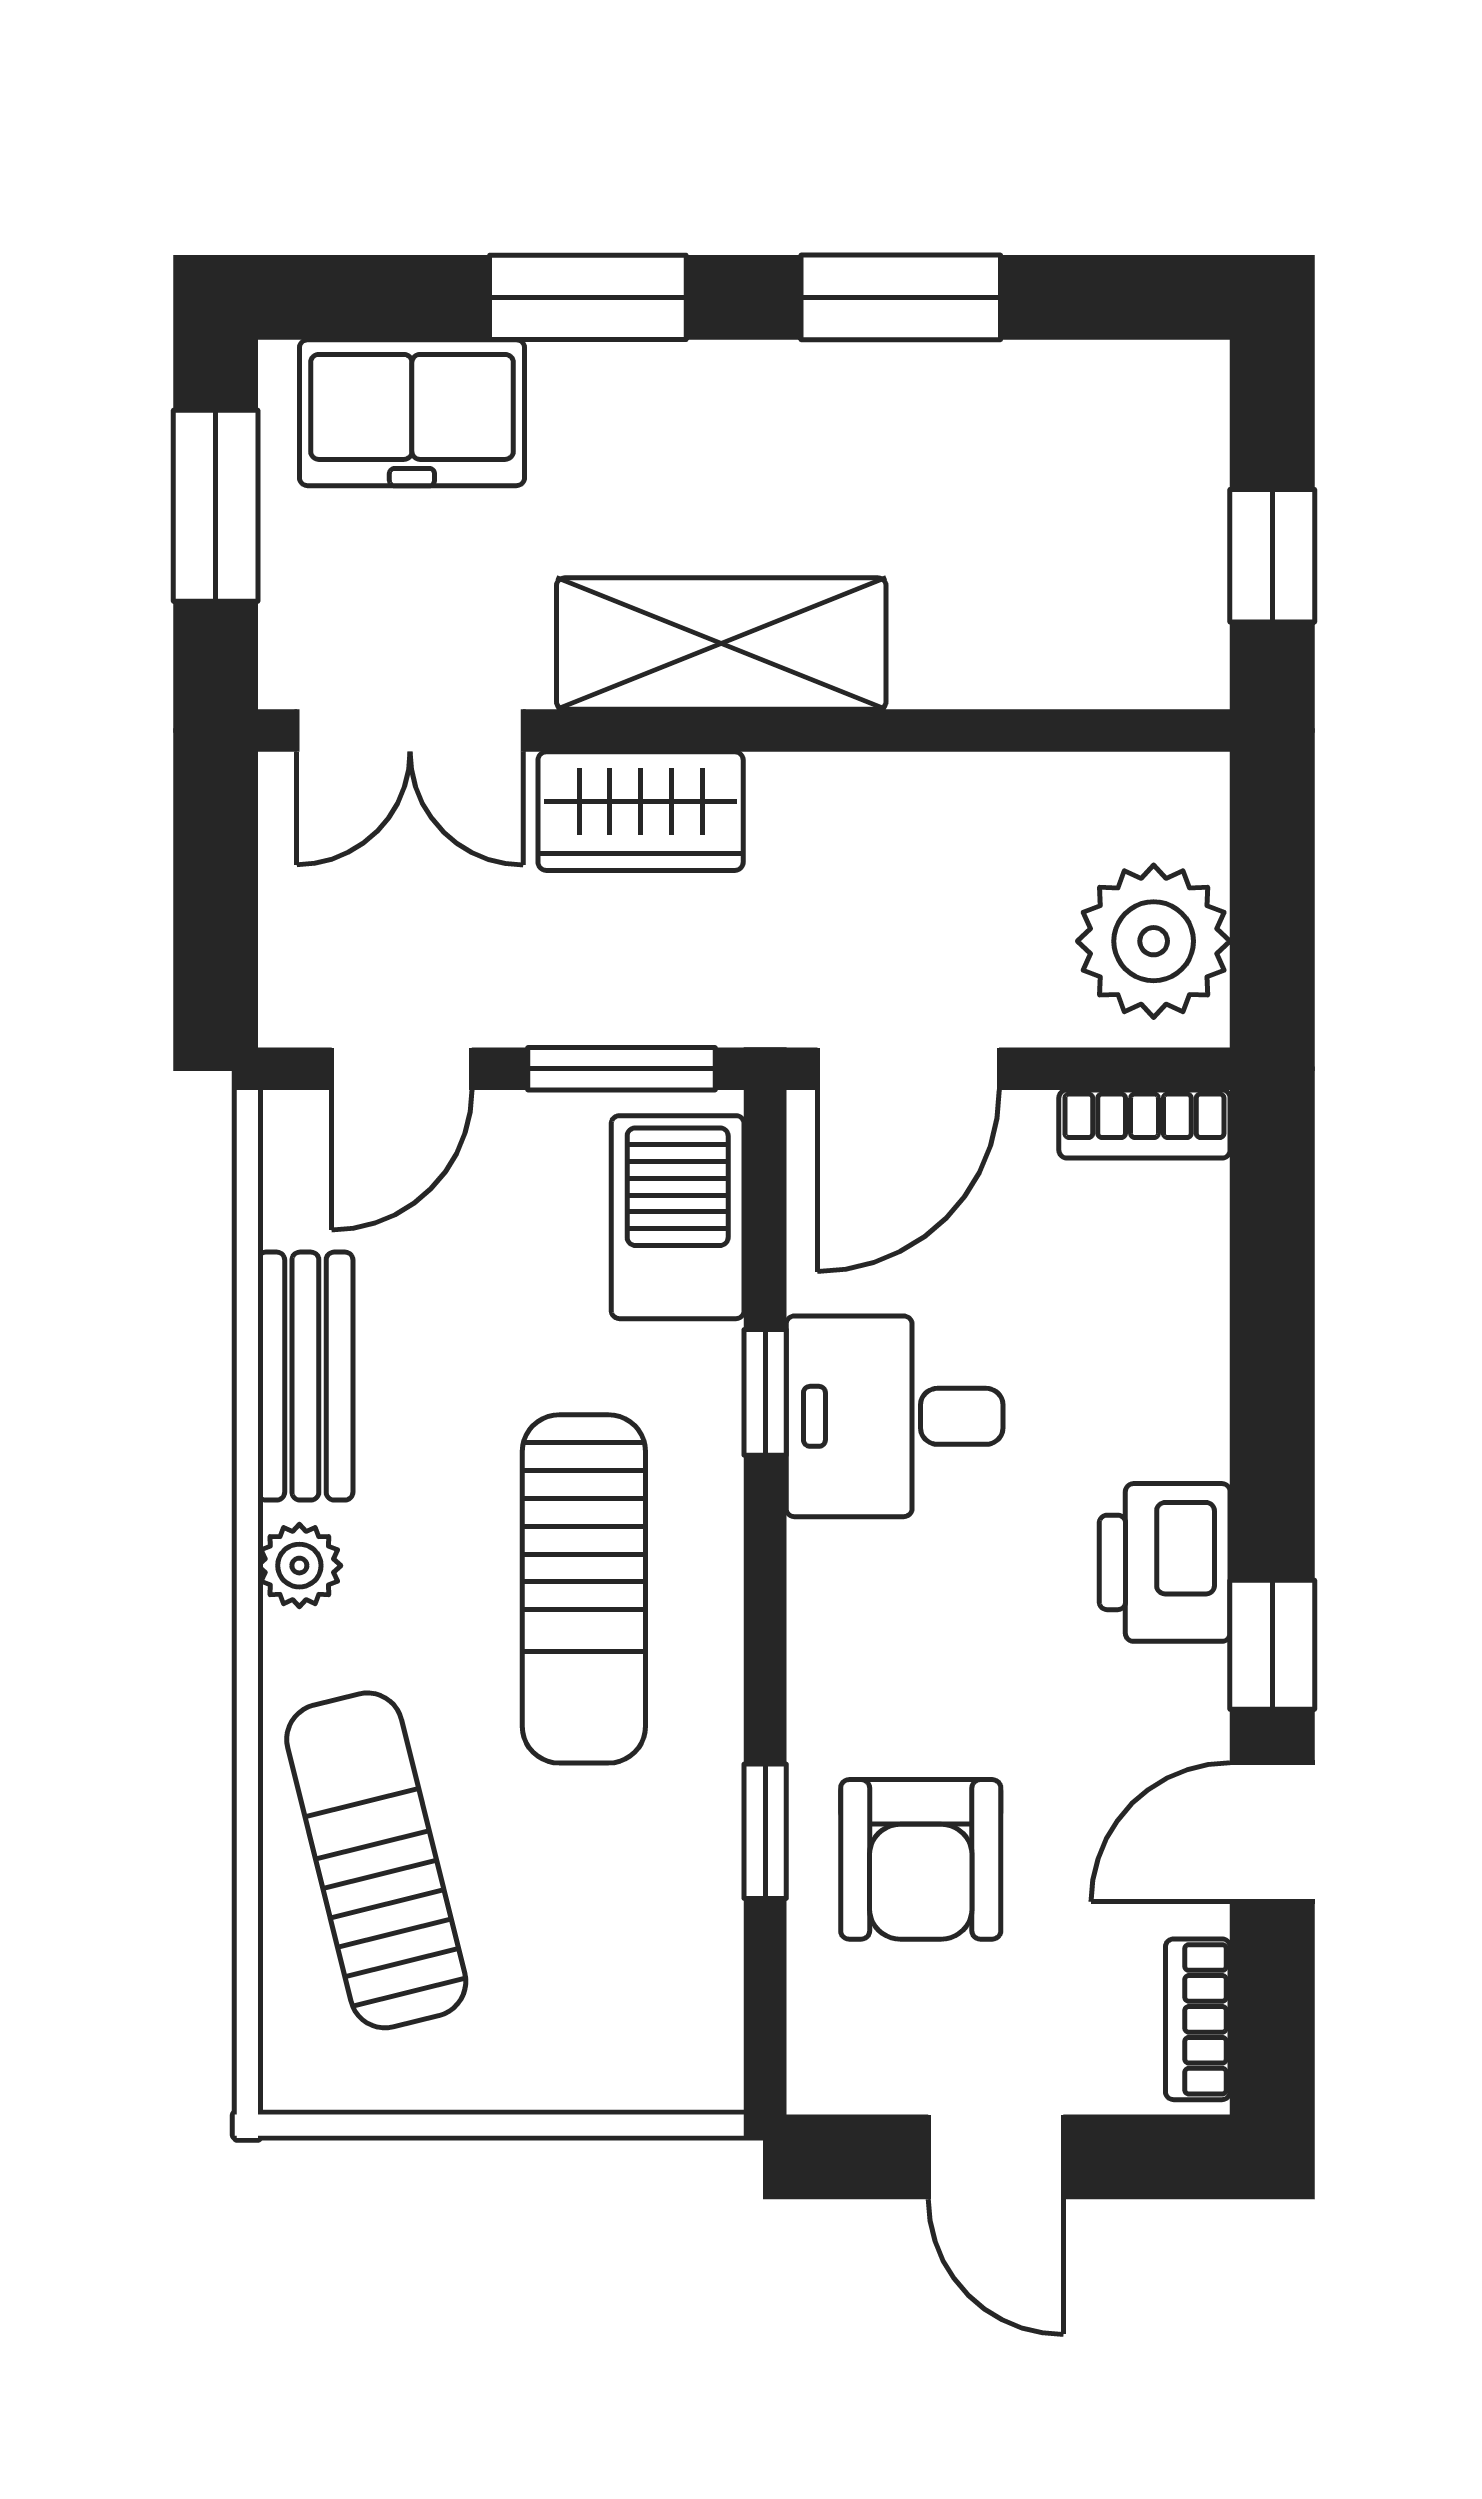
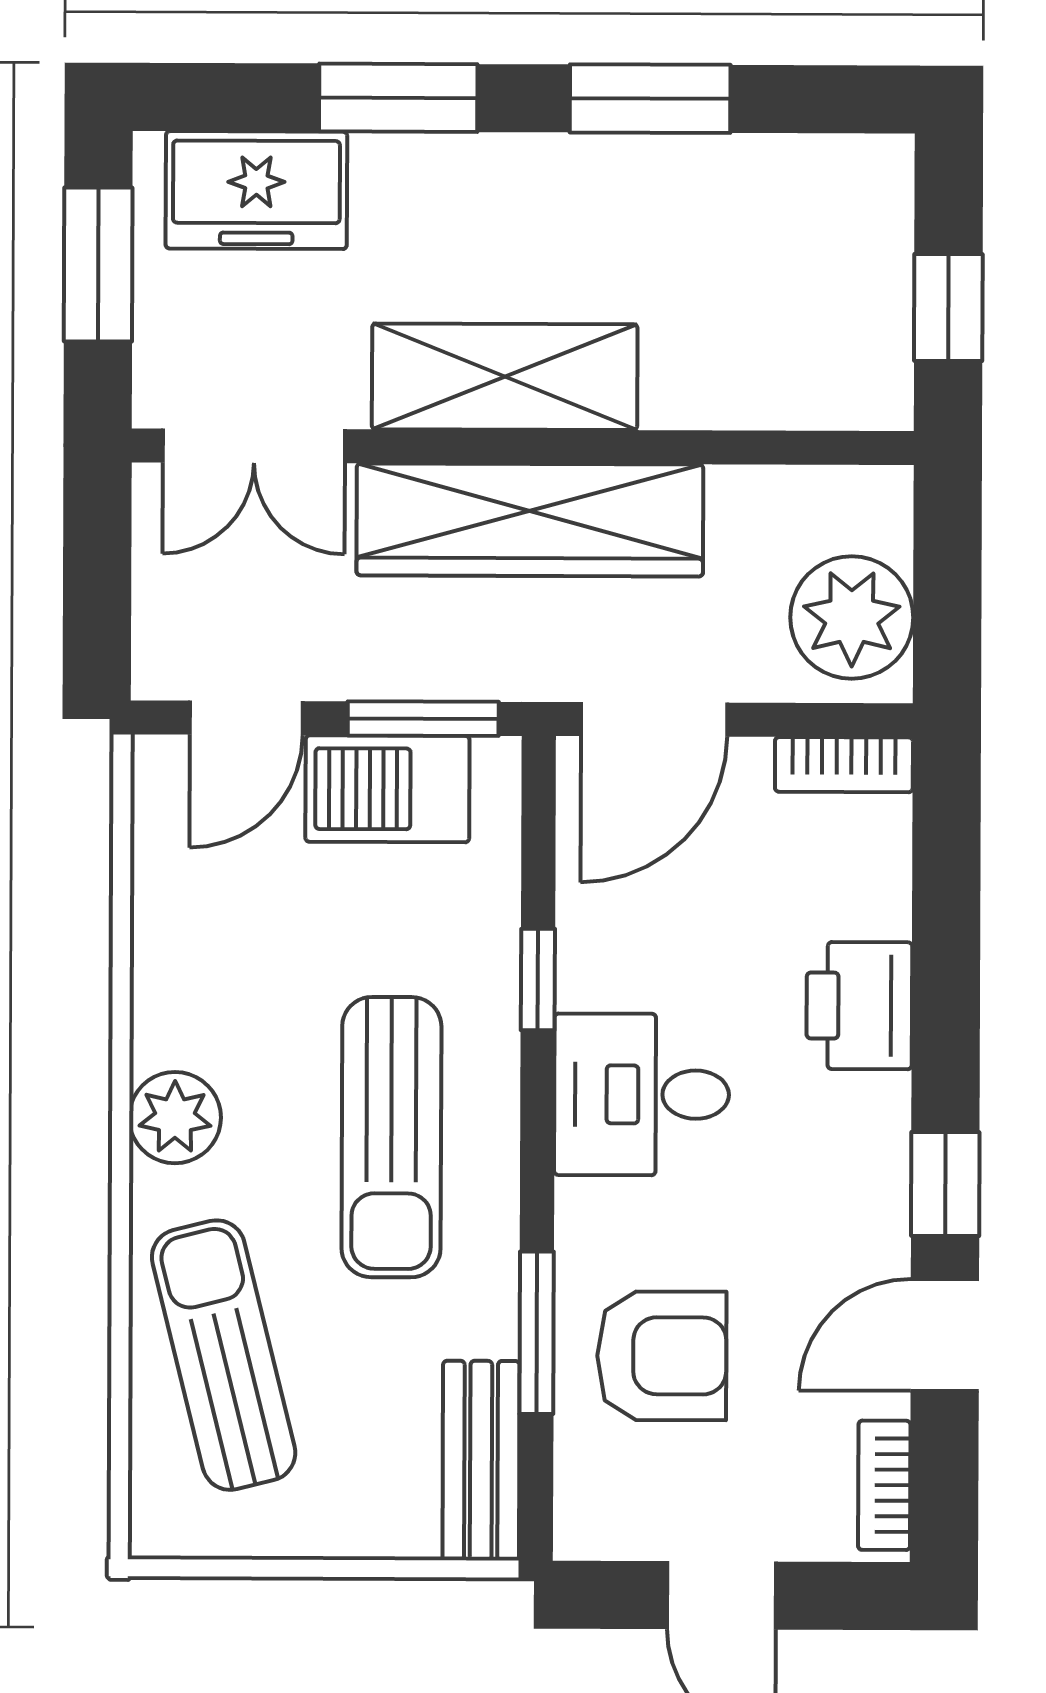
wardrobe: (641, 811) -> (530, 520), width x2.10, depth x1.17
barbecue: (678, 1217) -> (387, 789), moved, turned -90
bench: (305, 1376) -> (481, 1461), moved
desk: (895, 1416) -> (642, 1094), moved
printer: (1165, 1562) -> (859, 1006), moved
plant: (299, 1566) -> (175, 1118), width x1.38, depth x1.38
window: (765, 1831) -> (537, 1333), width x1.50
armchair: (921, 1859) -> (662, 1356), turned -90

